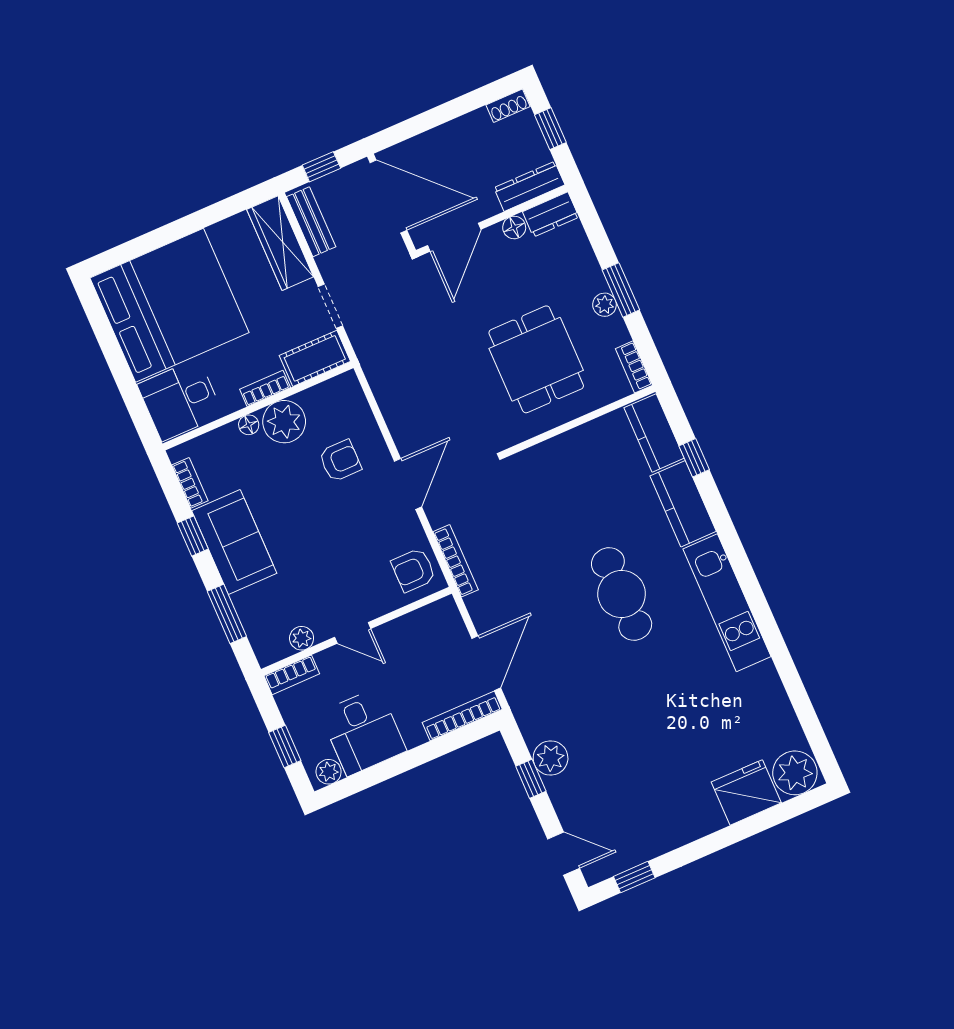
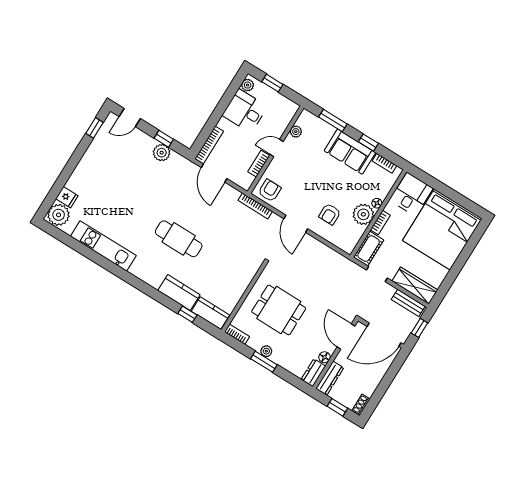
kitchen unit: (727, 603) -> (103, 246), moved
bookcase: (292, 675) -> (259, 164), moved
fridge: (746, 792) -> (67, 197), width x0.53, depth x0.75

